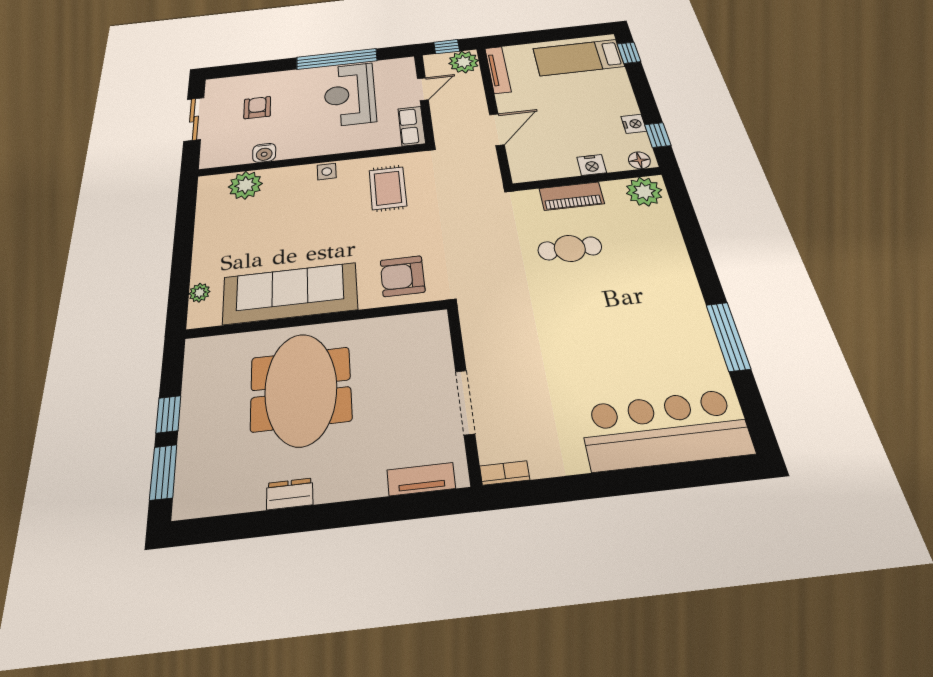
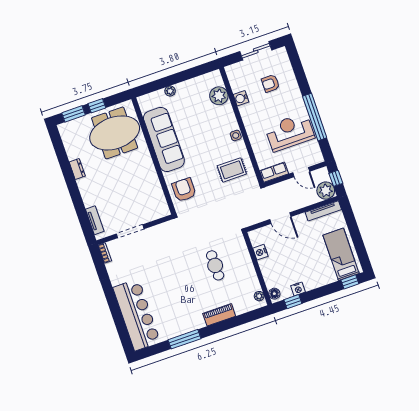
armchair: (257, 108) -> (270, 83), turned 180
nightstand: (592, 165) -> (260, 252), moved
plant: (644, 192) -> (259, 296), width x0.53, depth x0.53
piano: (572, 196) -> (219, 315), moved, turned 90
plant: (199, 293) -> (170, 91), moved
meeting table: (301, 389) -> (115, 133), moved

